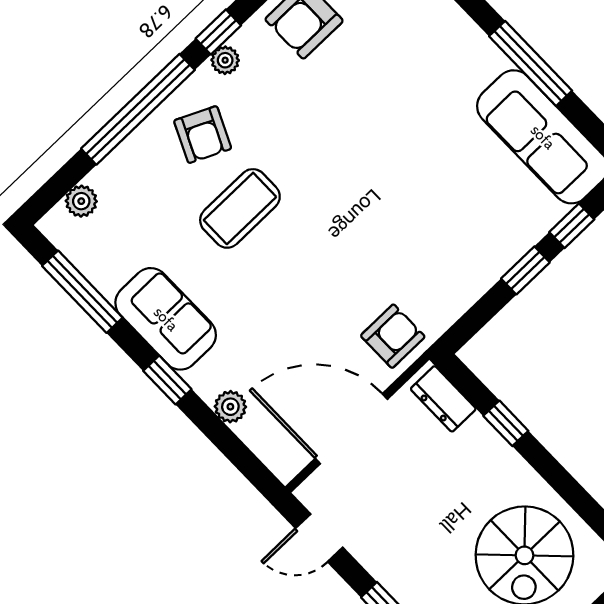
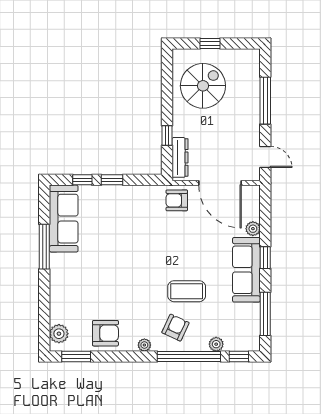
window: (218, 32) -> (239, 357), moved
plant: (81, 201) -> (216, 344), moved
sofa: (166, 319) -> (246, 270), width x1.36
dresser: (443, 399) -> (180, 157), width x1.44

